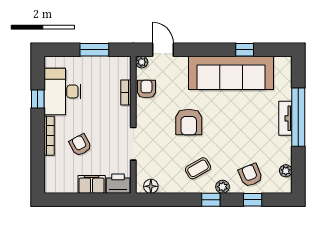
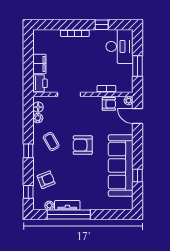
door: (163, 50) -> (138, 116), swing flipped
desk: (62, 92) -> (120, 46), moved, turned 90
window: (298, 117) -> (69, 215), moved
tv unit: (285, 118) -> (67, 205), moved
armchair: (189, 122) -> (83, 145), moved
armchair: (80, 145) -> (68, 56), removed
plant: (222, 187) -> (38, 118), moved
window: (253, 200) -> (28, 192), moved

